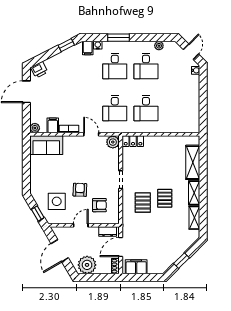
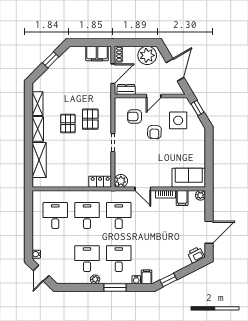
plant: (159, 46) -> (95, 279), moved
desk: (177, 108) -> (55, 216), added

